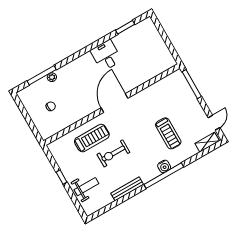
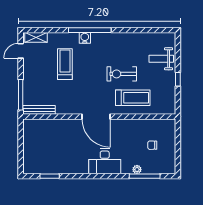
desk: (106, 55) -> (105, 161), moved, width x1.37
door: (114, 103) -> (96, 117), hinge flipped
treadmill: (92, 138) -> (133, 98), turned 180
exercise bike: (113, 153) -> (122, 74), turned 180
bench: (127, 189) -> (39, 110), moved

